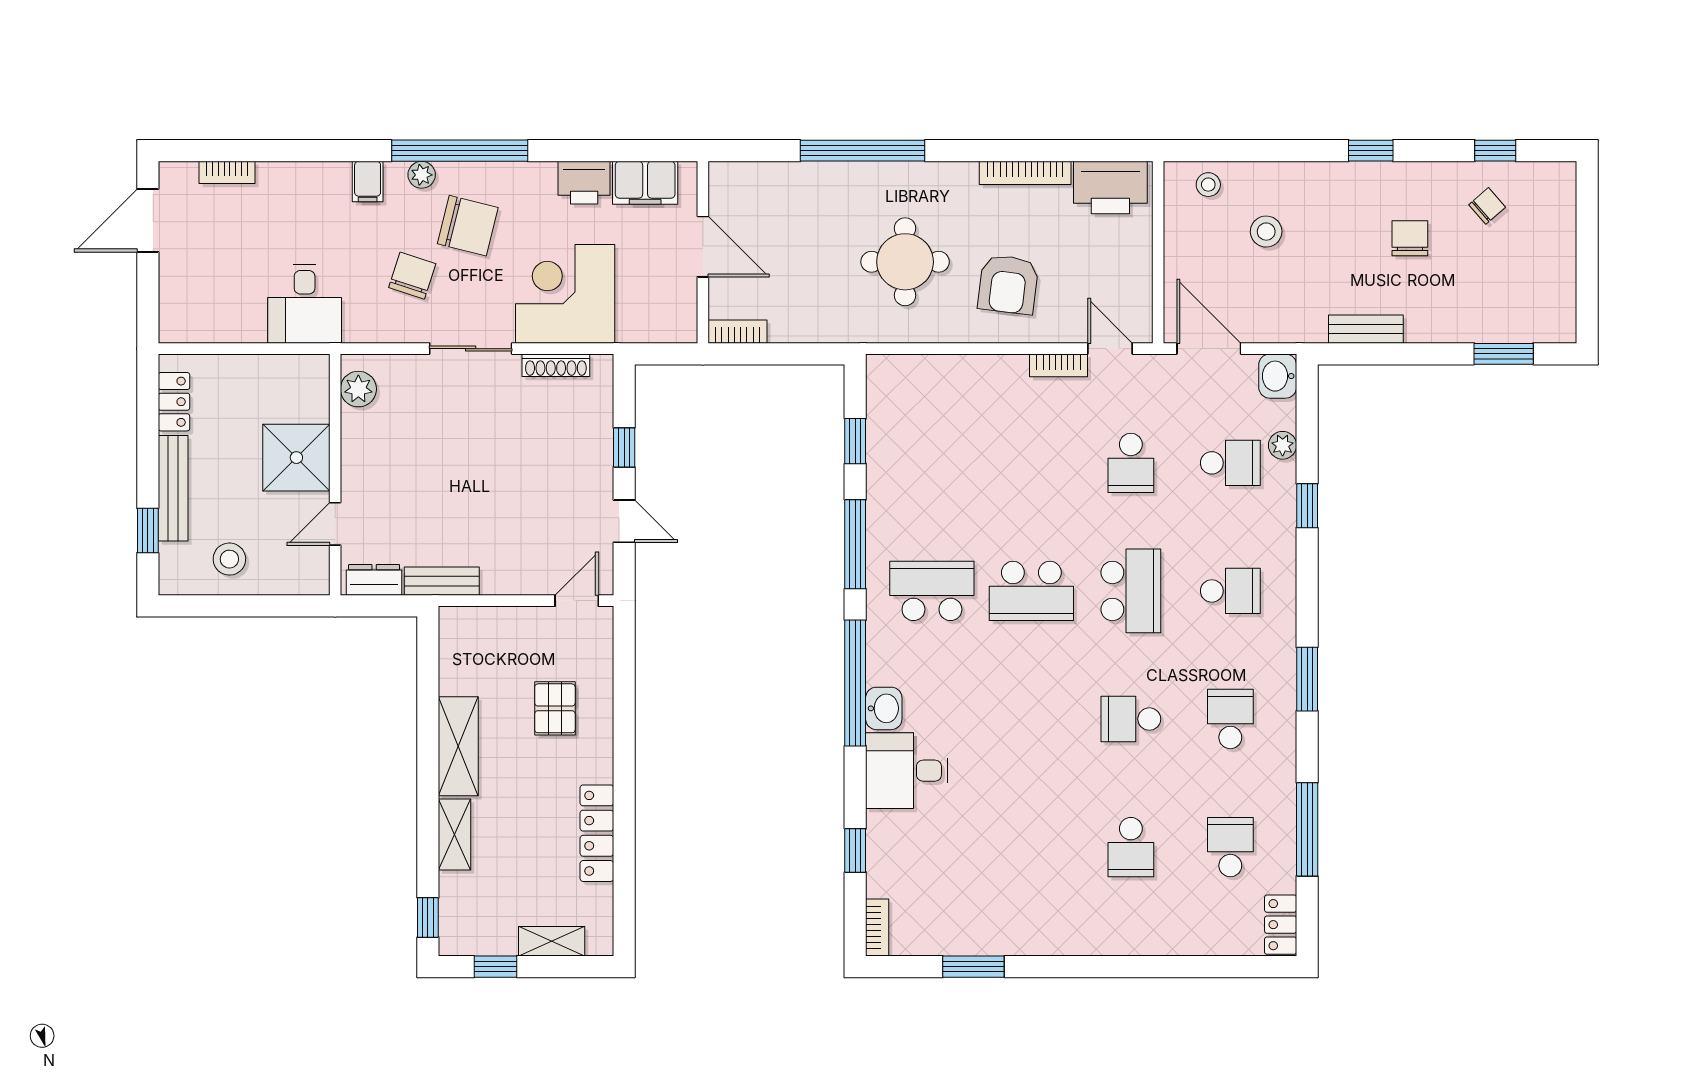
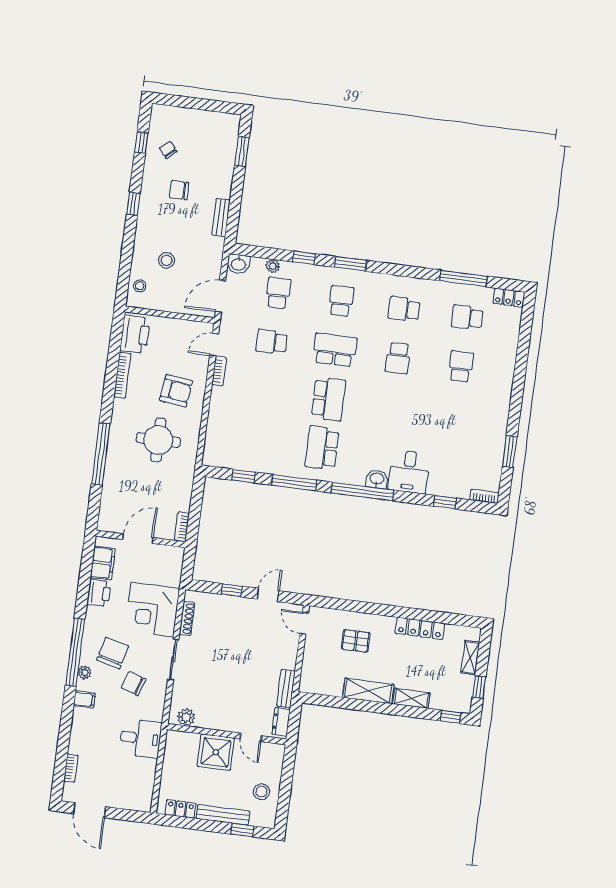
school desk: (1131, 463) -> (272, 342), turned 180
window: (1307, 679) -> (350, 264), moved
school desk: (1131, 847) -> (461, 366), turned -90

